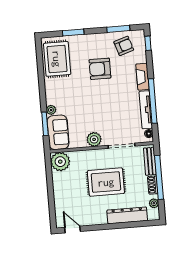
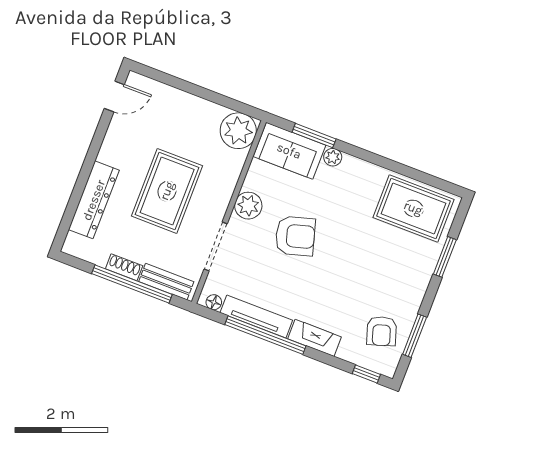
armchair: (100, 69) -> (295, 236), moved, turned 74
plant: (154, 203) -> (92, 254), removed

